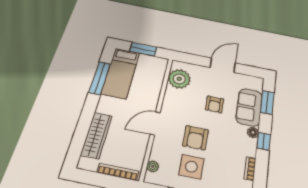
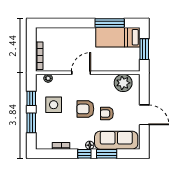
window: (267, 102) -> (107, 154), moved
sofa: (249, 107) -> (116, 140), width x1.36
door: (155, 123) -> (81, 73), hinge flipped
wardrobe: (97, 135) -> (63, 34), removed
armchair: (196, 138) -> (85, 109), moved

